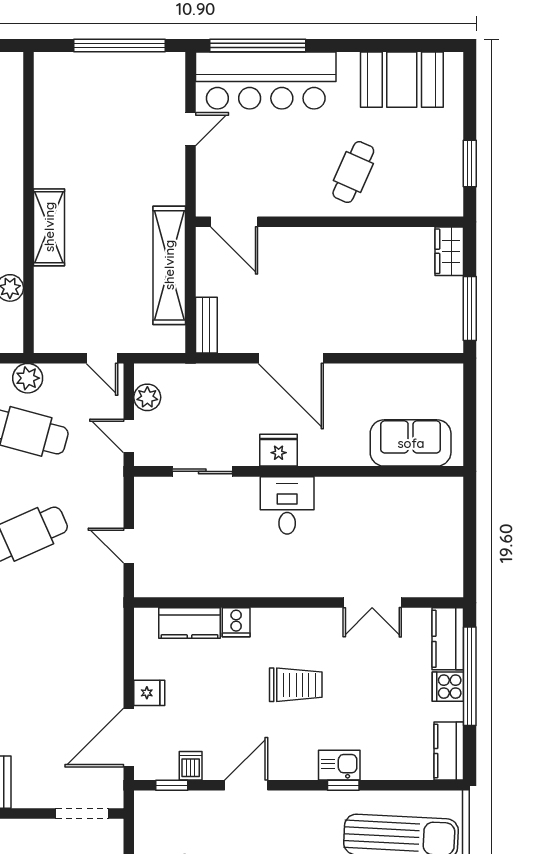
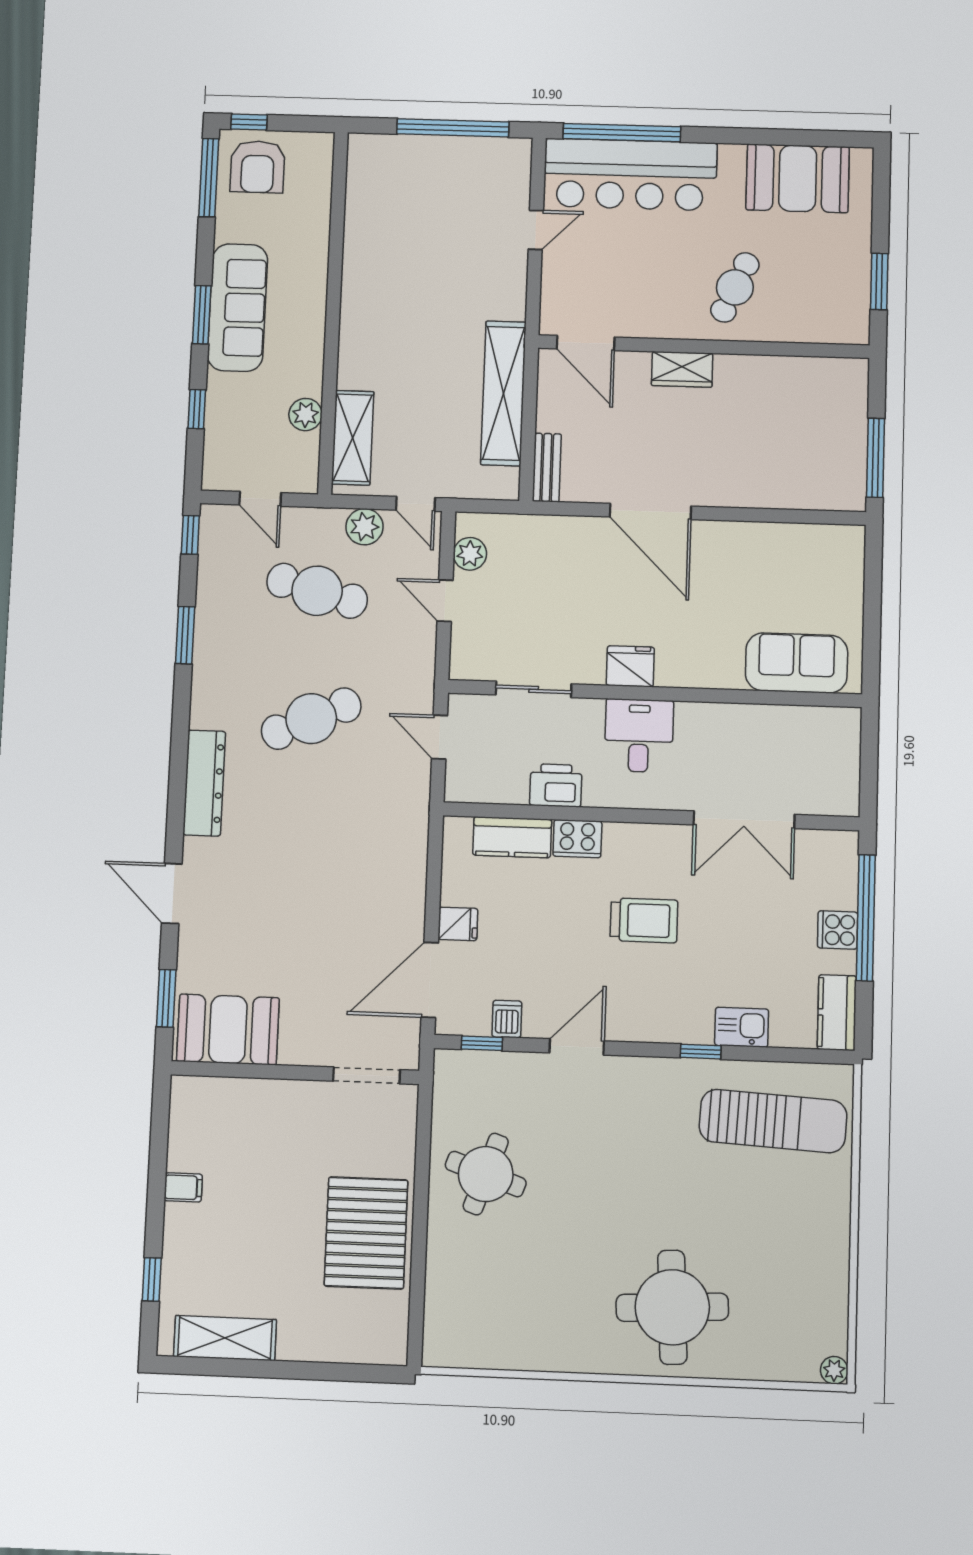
shelving: (49, 227) -> (353, 438), moved
wardrobe: (449, 251) -> (682, 369), moved, turned -90
plant: (28, 378) -> (364, 527), moved
sofa: (411, 443) -> (797, 663), moved
fridge: (279, 450) -> (630, 666), moved
sliding door: (202, 471) -> (534, 689), moved
wall: (299, 471) -> (655, 694), moved
desk: (287, 505) -> (639, 736), moved
printer: (223, 581) -> (556, 785), added
double door: (372, 603) -> (744, 820), width x1.37
cooker: (236, 622) -> (577, 839), width x1.36
kitchen counter: (448, 639) -> (839, 869), removed
kitchen sink: (339, 765) -> (742, 1027), moved

